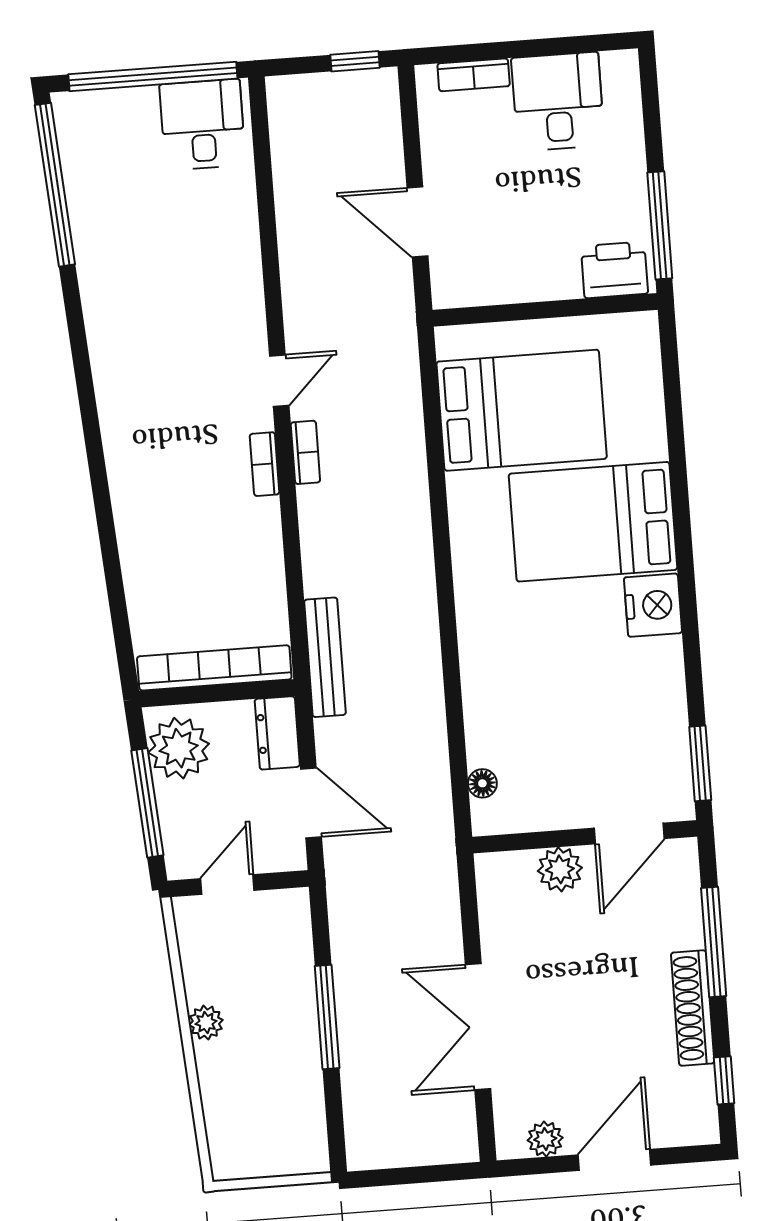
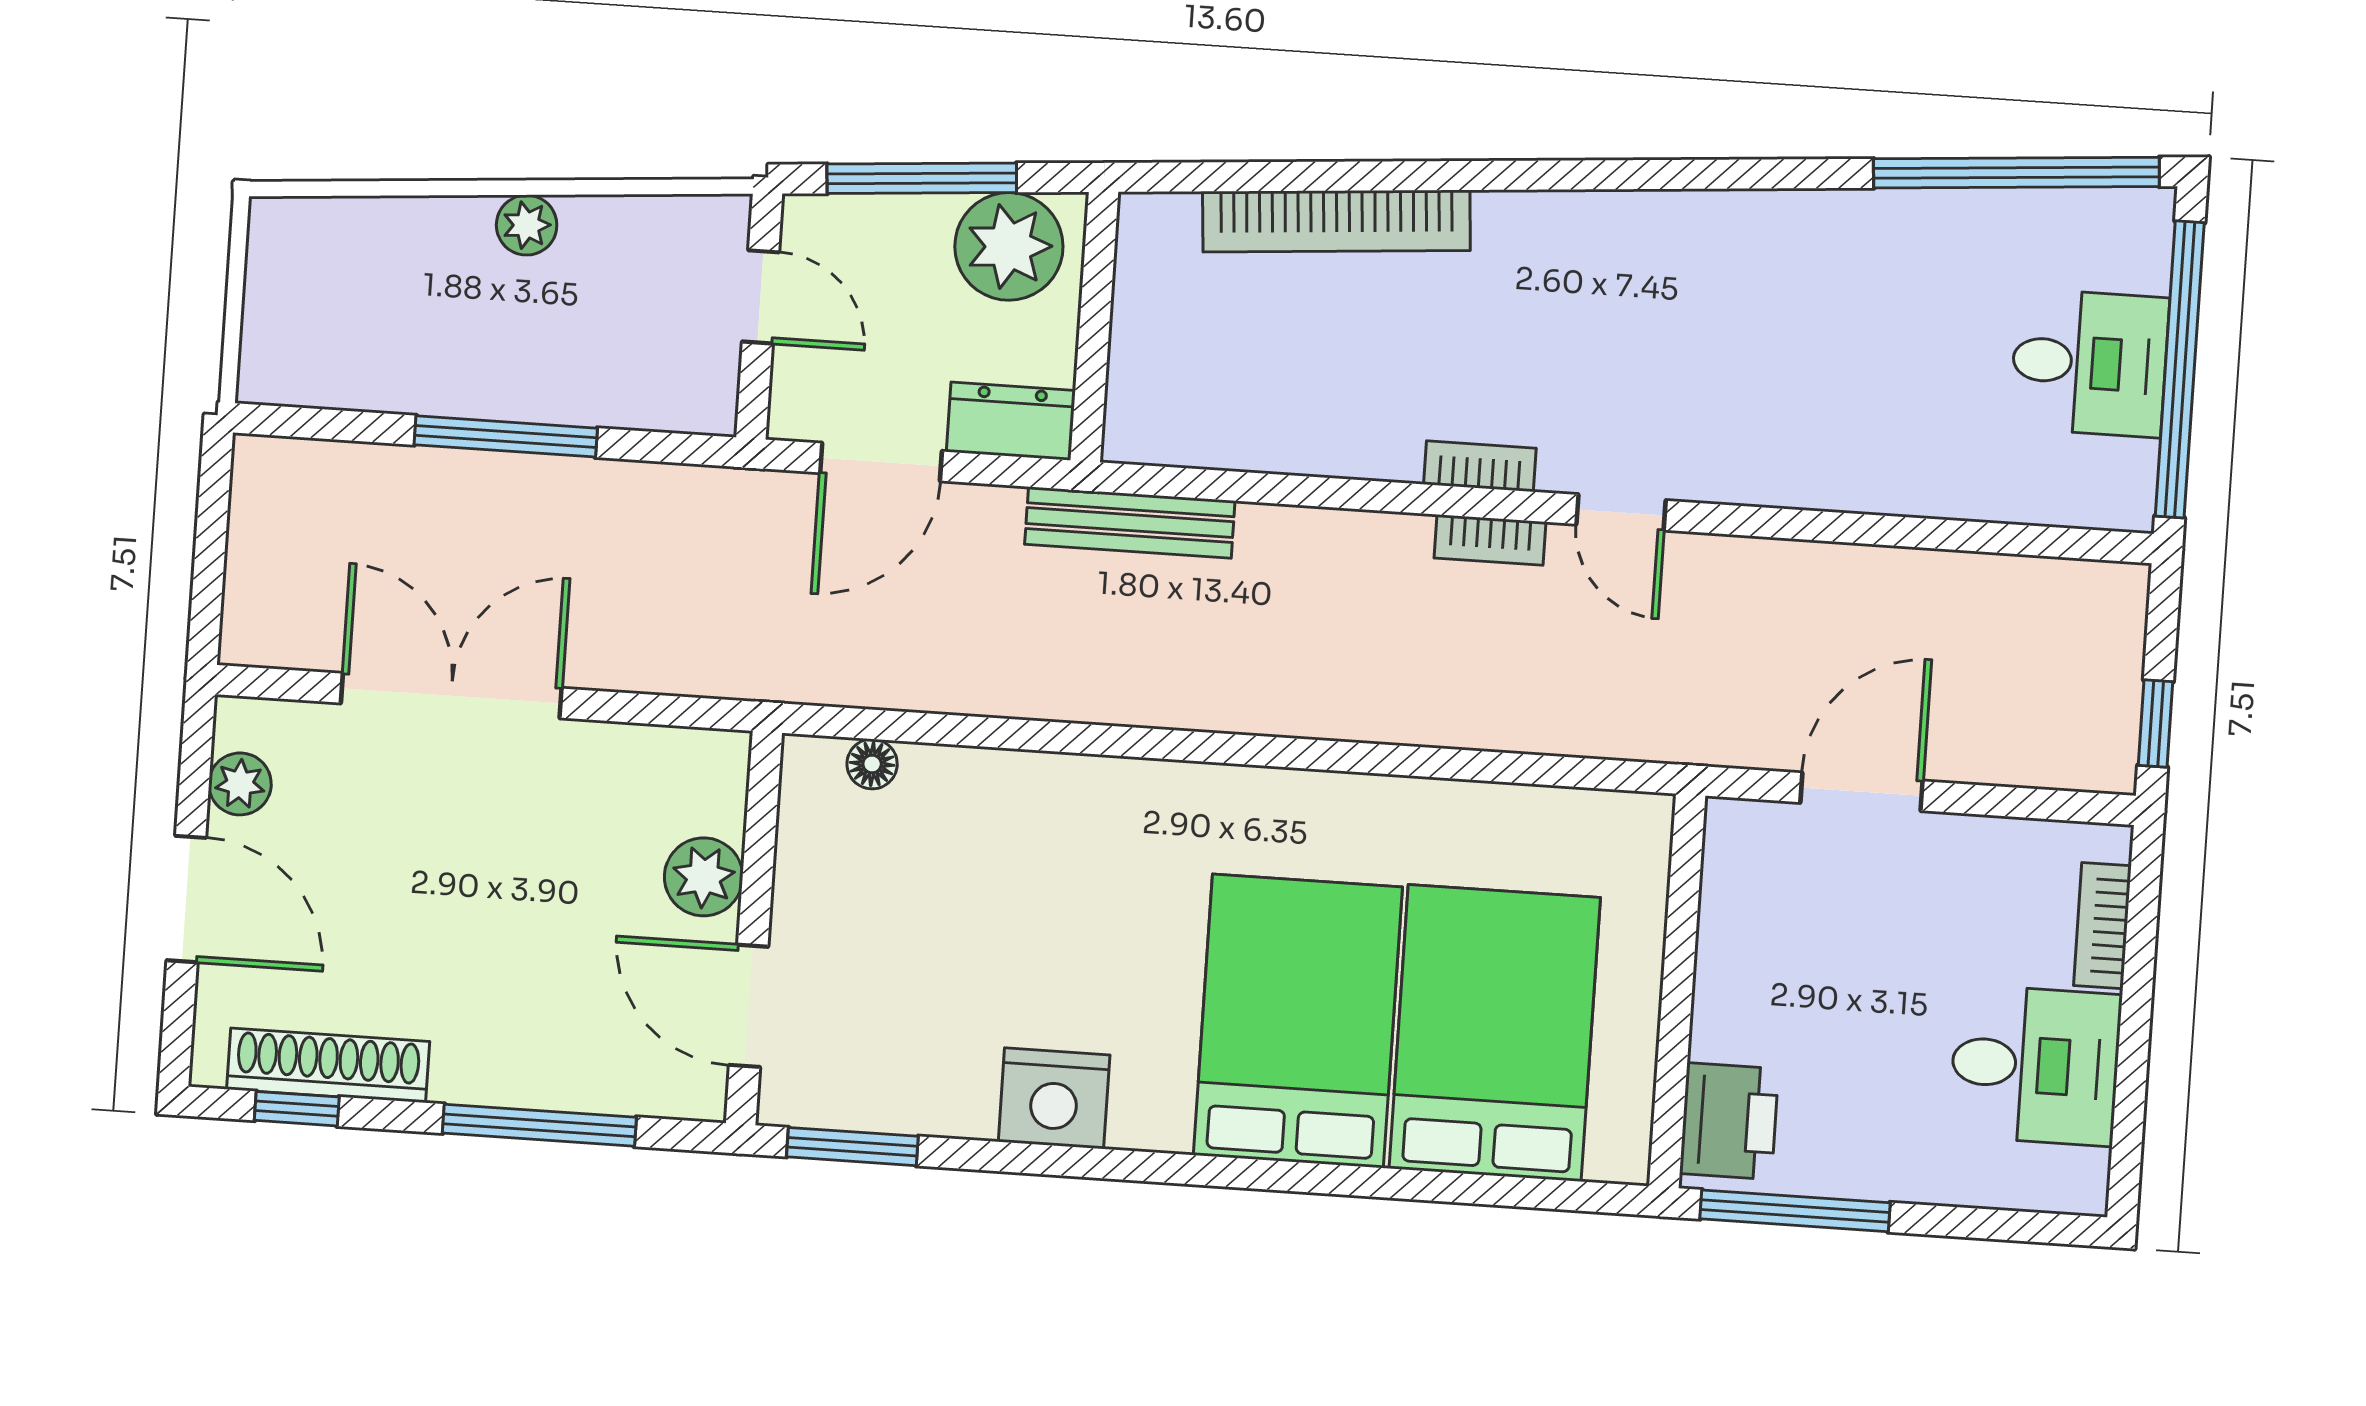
desk: (203, 125) -> (2089, 363), moved
bed: (522, 410) -> (1495, 1033), moved, turned 180
nightstand: (653, 605) -> (1054, 1098), moved
bookcase: (214, 668) -> (1336, 221), moved, turned 86
shoe rack: (693, 1008) -> (328, 1065), moved

